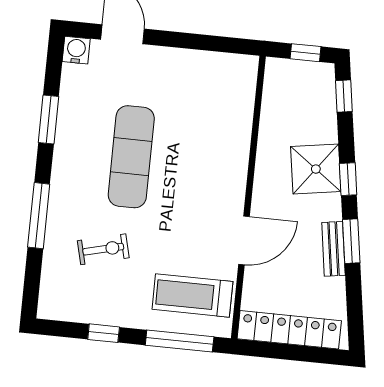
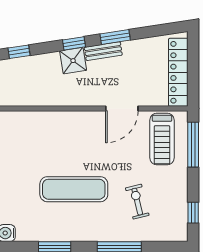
shower: (316, 169) -> (73, 61), width x0.73, depth x0.73
door: (244, 240) -> (122, 108), swing flipped
bench: (333, 249) -> (103, 51), moved
window: (104, 333) -> (193, 213), moved

